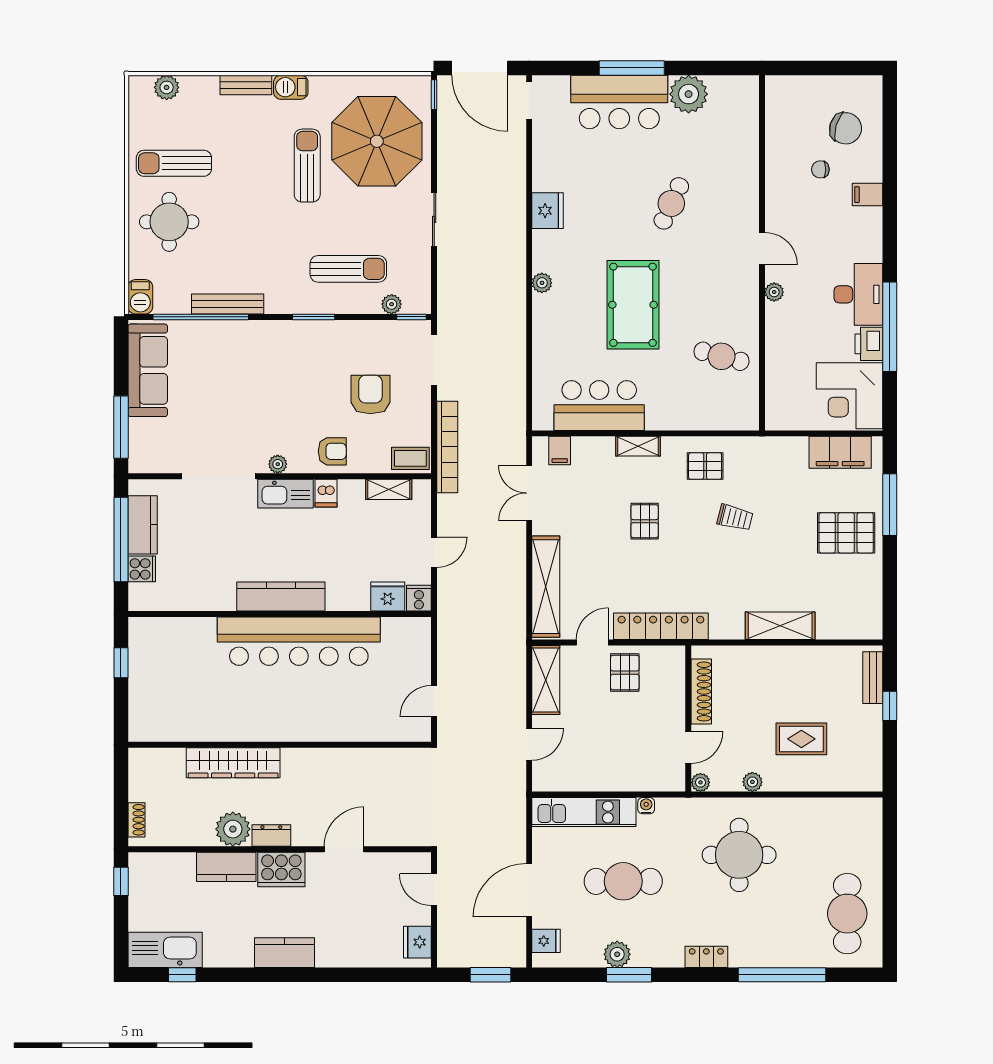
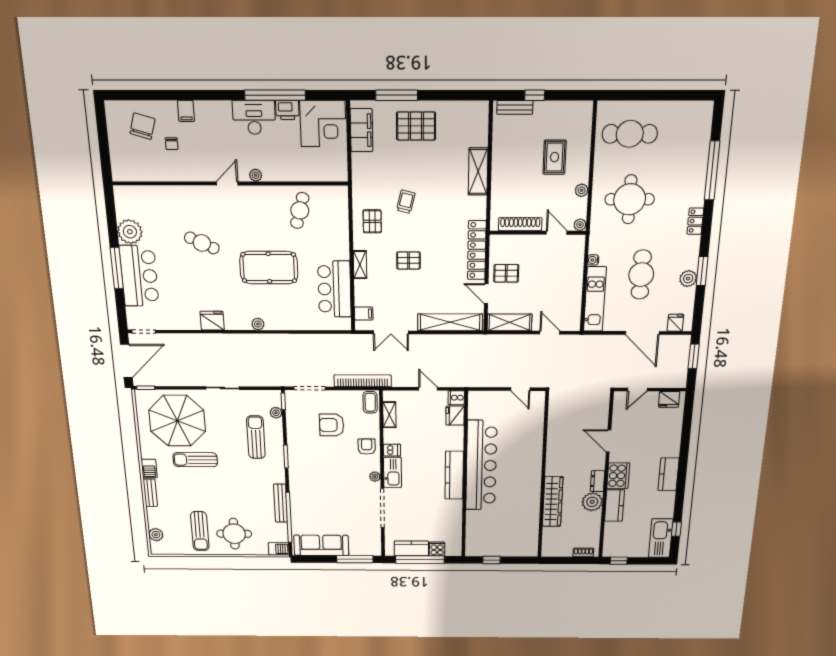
pallet: (846, 533) -> (416, 126), turned 90
cafe table: (847, 914) -> (630, 134), moved

